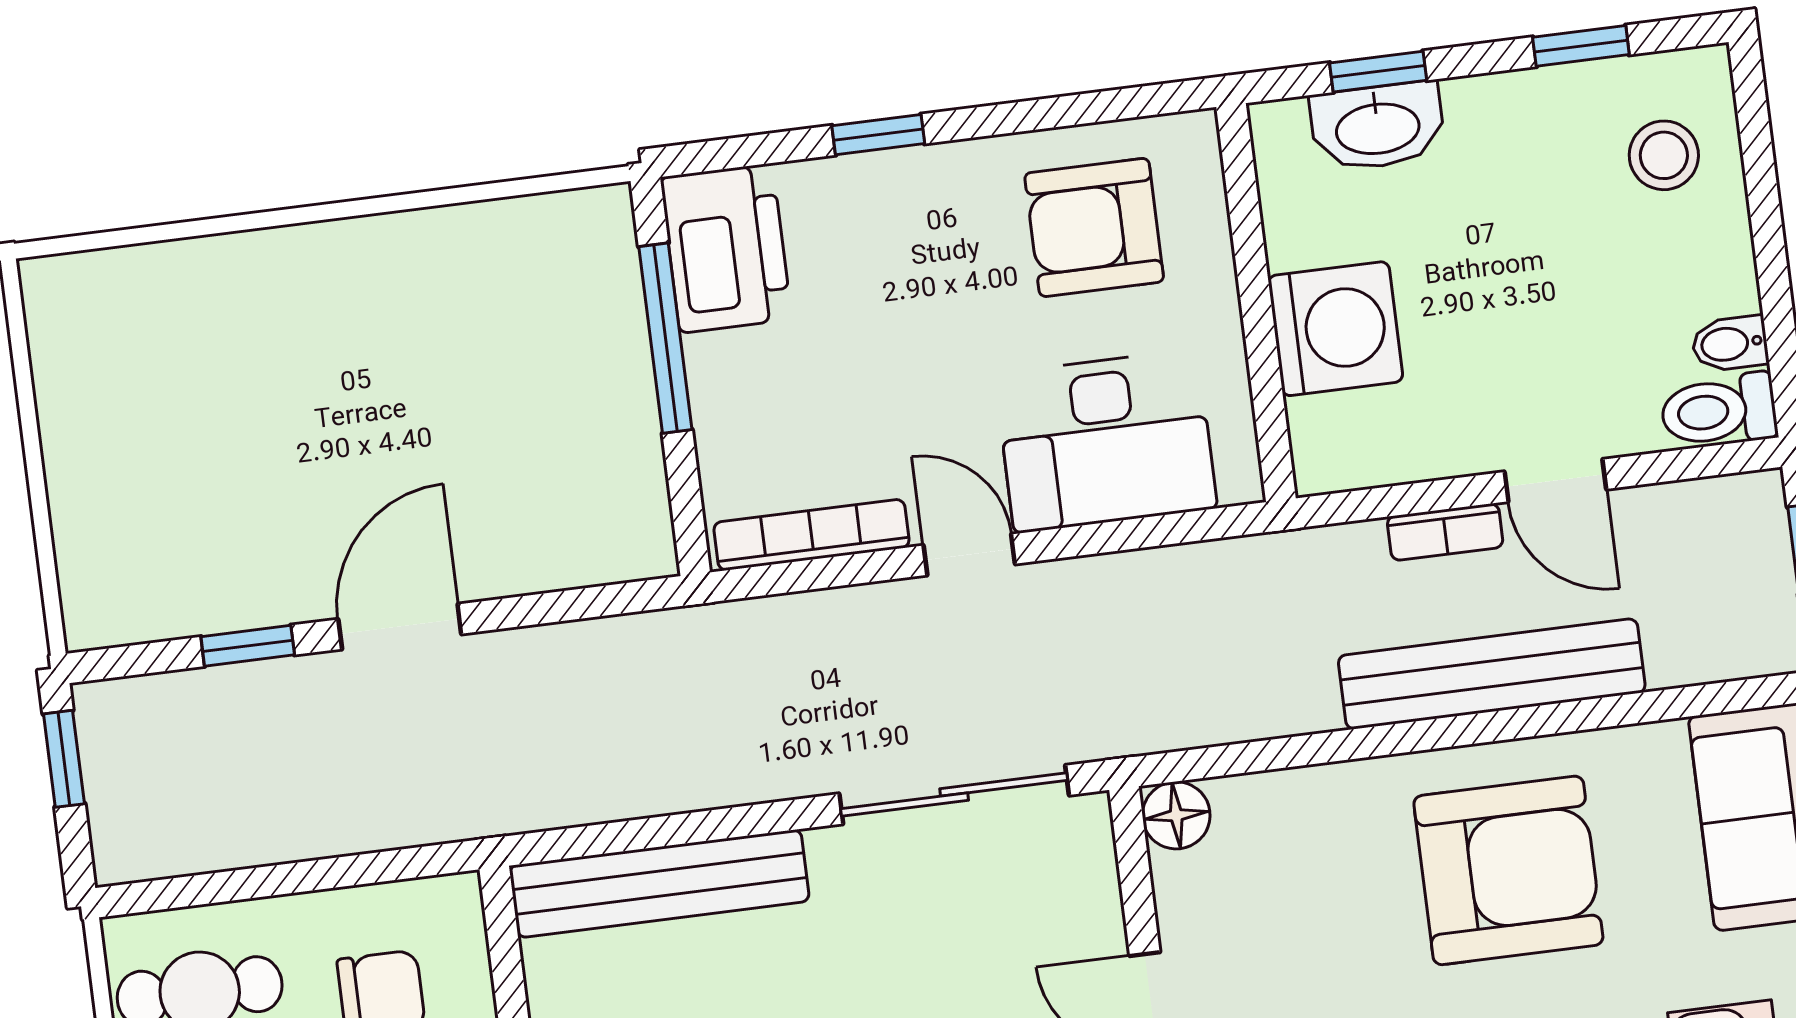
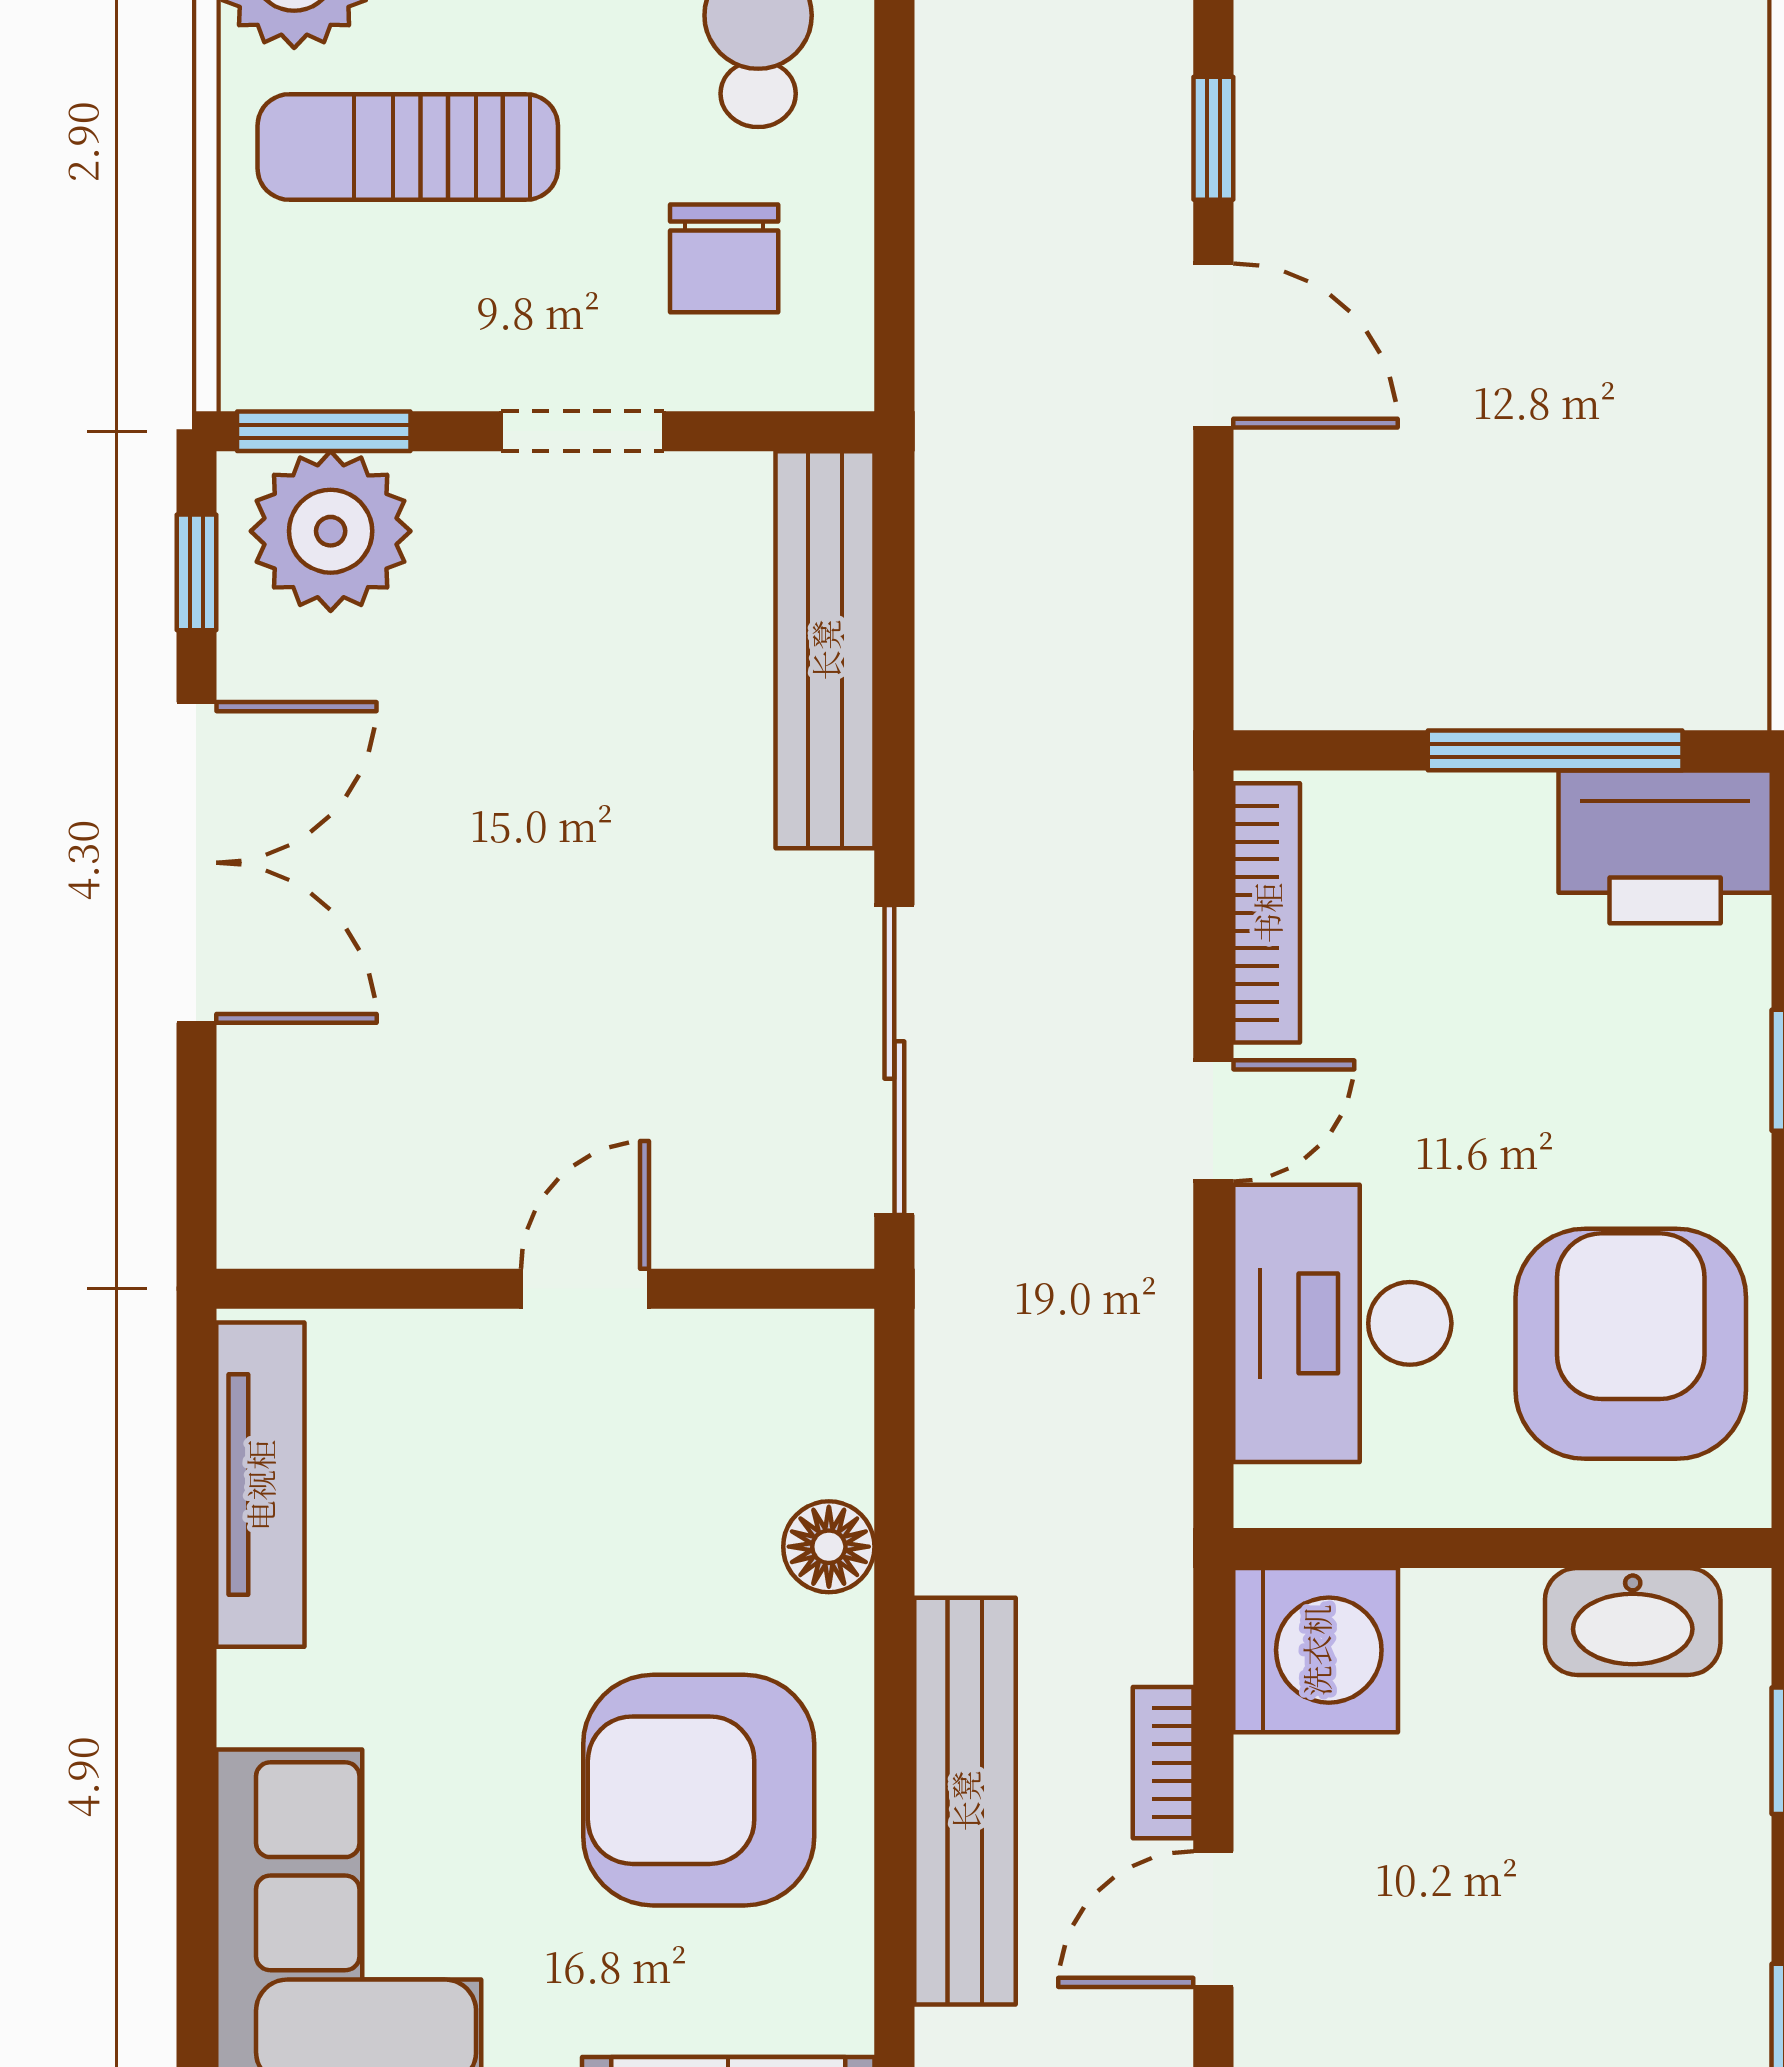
washbasin: (1377, 126) -> (1633, 1621), moved, turned -90
armchair: (1094, 227) -> (1631, 1344), width x1.36, depth x1.36
washing machine: (1336, 329) -> (1316, 1650), moved, turned -90
floor lamp: (1176, 815) -> (829, 1547), moved
armchair: (1508, 870) -> (699, 1790), turned 90

